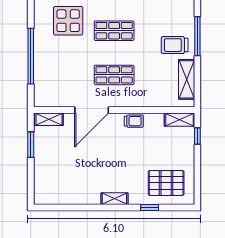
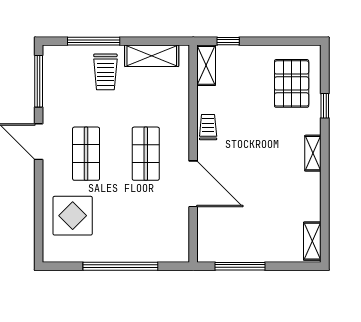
shelving: (49, 119) -> (312, 241), moved
window: (31, 145) -> (240, 266), width x1.44

